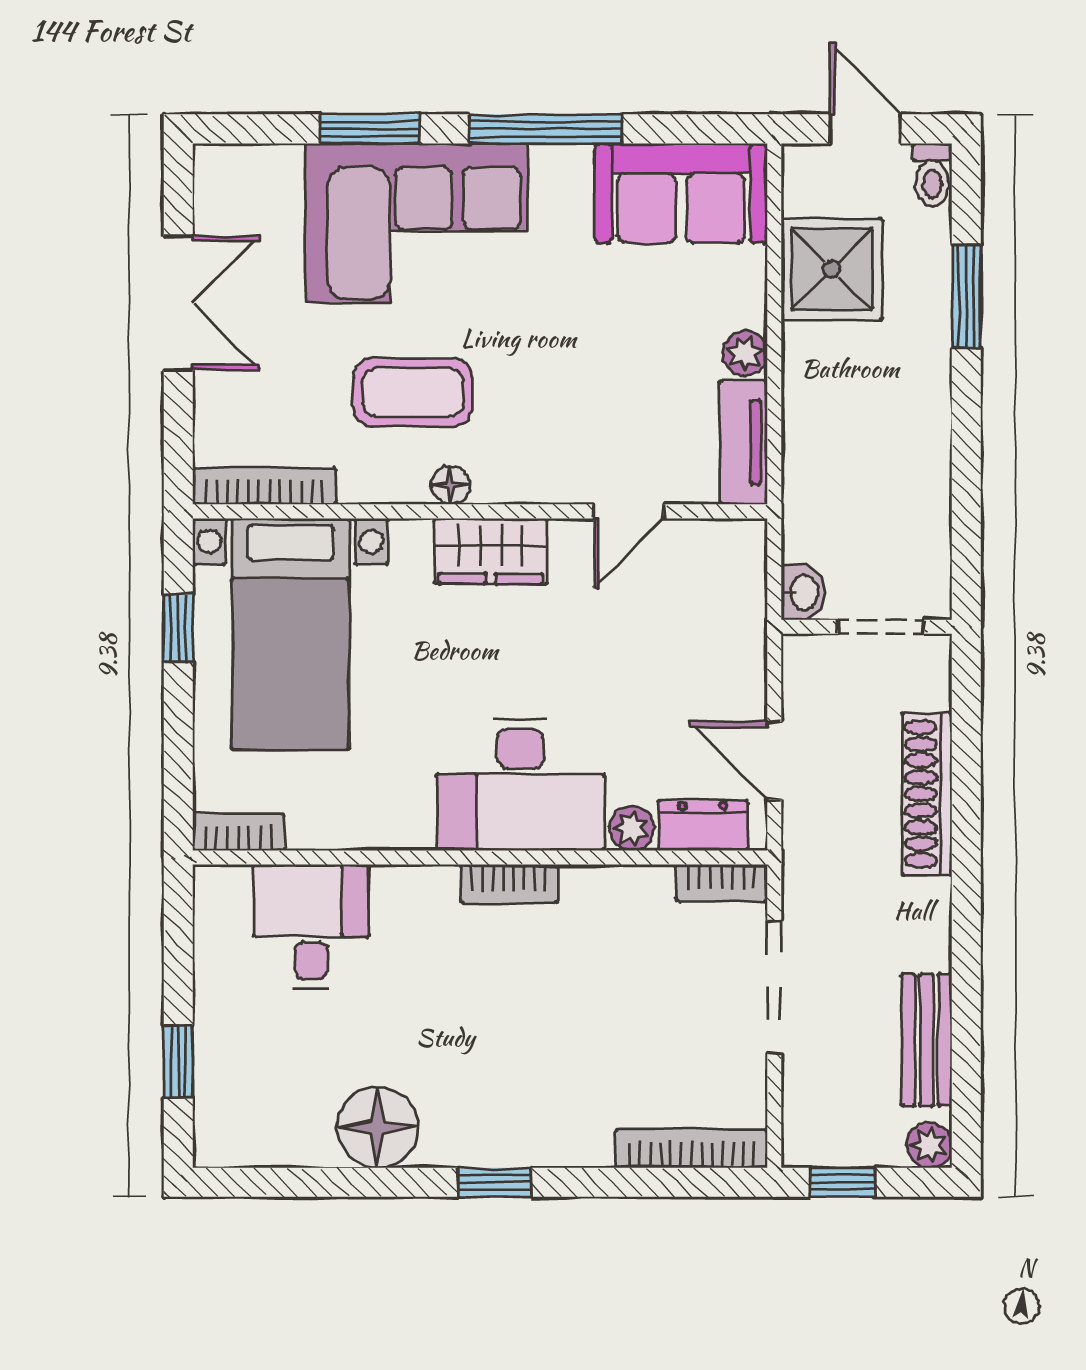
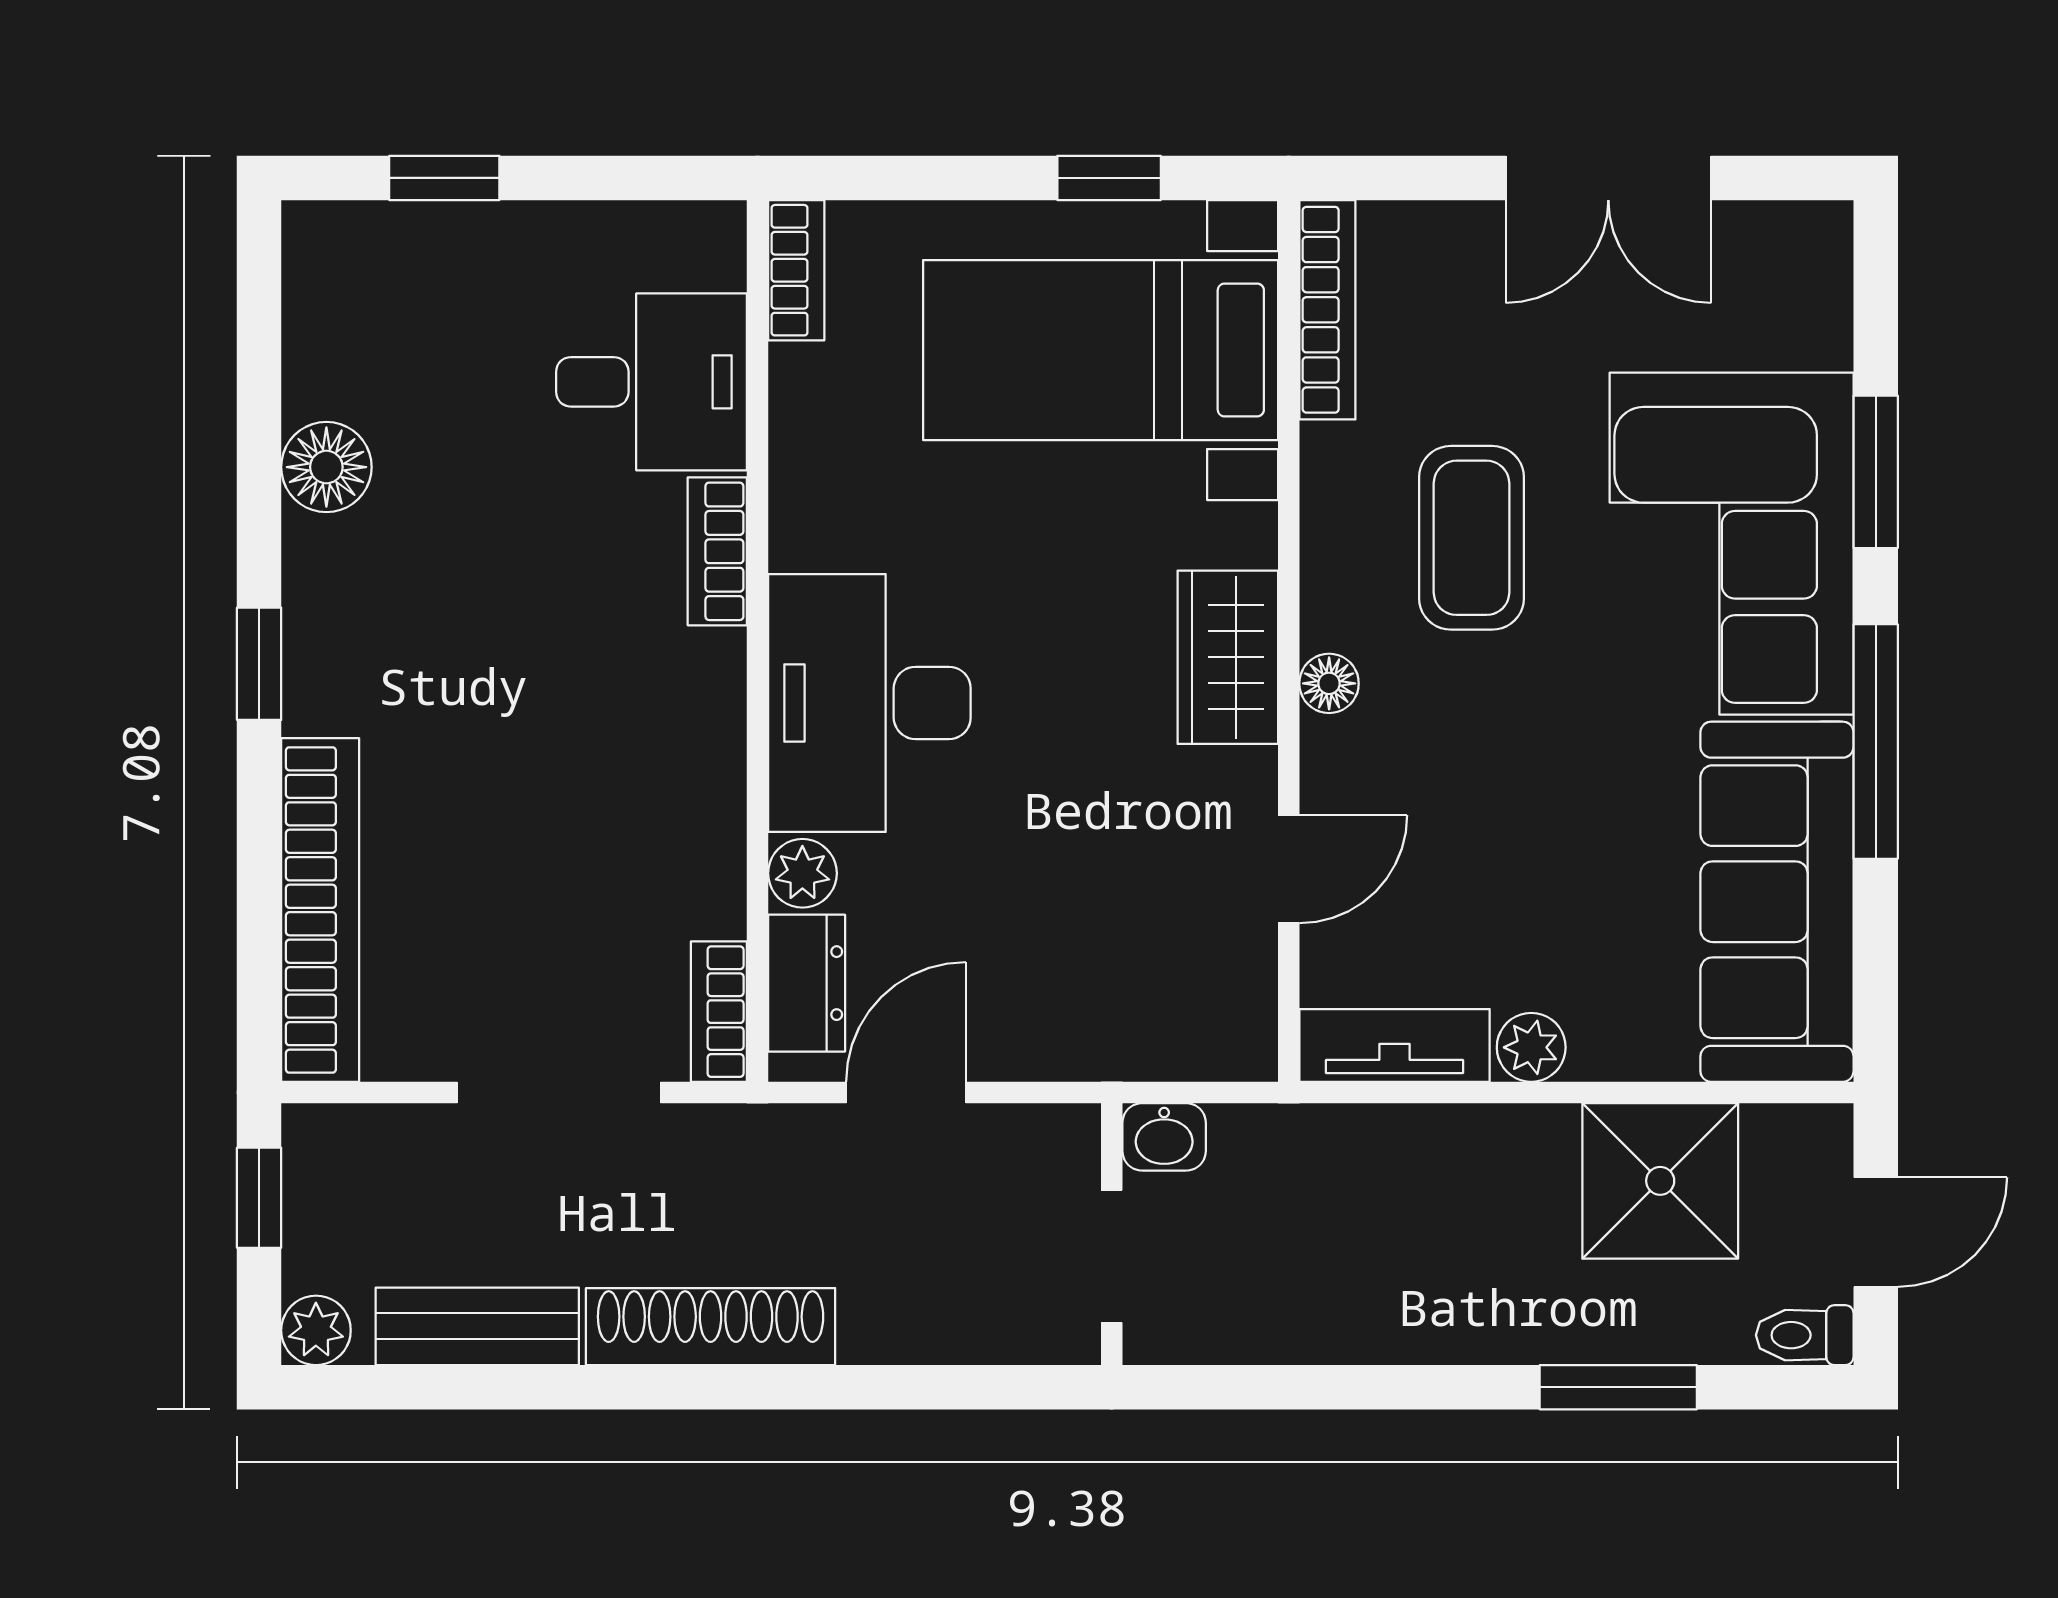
sofa: (681, 193) -> (1777, 902), width x1.36
floor lamp: (450, 485) -> (1329, 683), moved
door: (629, 511) -> (1289, 869), swing flipped
shoe rack: (927, 794) -> (711, 1327), moved
bookcase: (509, 884) -> (717, 551), moved
floor lamp: (378, 1127) -> (326, 467), width x0.73, depth x0.73
bookcase: (692, 1149) -> (320, 910), width x1.48, depth x1.31

